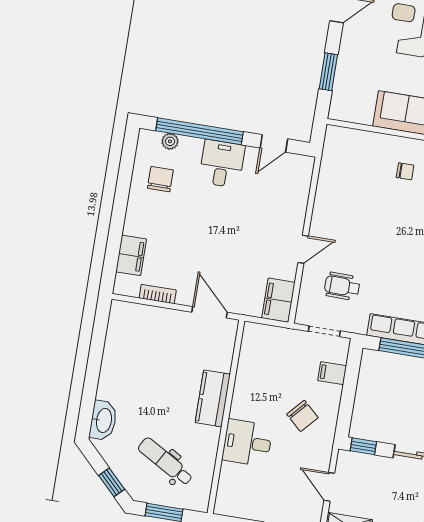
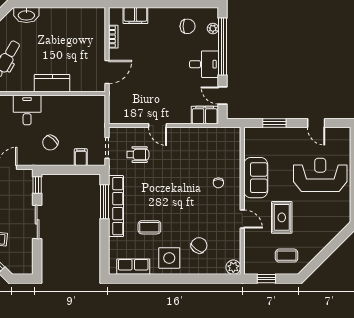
wheelchair: (342, 286) -> (138, 155), turned 89
filing cabinet: (278, 300) -> (205, 115), moved

